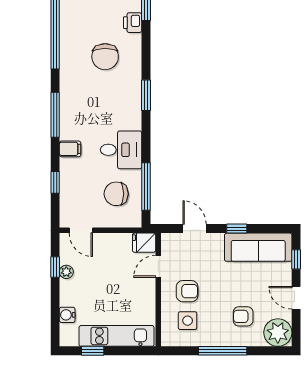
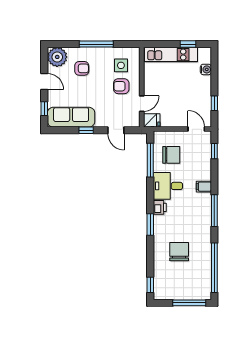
printer: (133, 23) -> (160, 207), moved
window: (55, 182) -> (214, 151), moved
plant: (66, 272) -> (207, 100), removed

